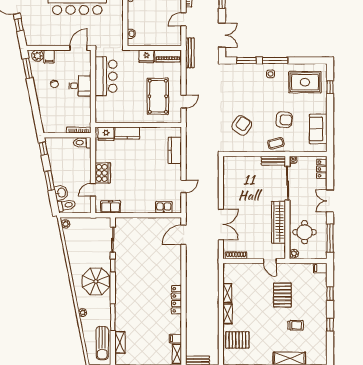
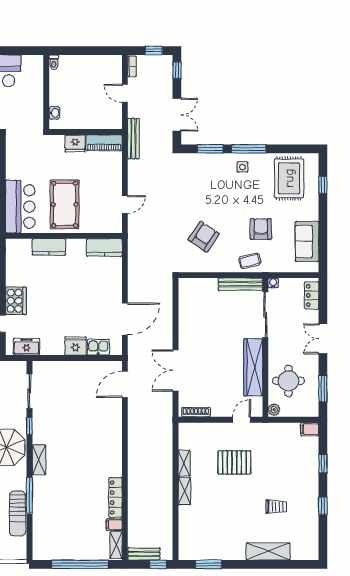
door: (183, 19) -> (125, 93), hinge flipped
bar counter: (106, 76) -> (20, 207), moved
rug: (305, 82) -> (289, 178), turned 90
pool table: (158, 96) -> (65, 204), moved
armchair: (284, 120) -> (261, 229), turned -95
fridge: (106, 134) -> (75, 346), moved, turned 180
kitchen counter: (175, 150) -> (104, 248), moved, turned -90
bench: (273, 161) -> (240, 284), width x1.36
door: (183, 186) -> (125, 319), width x1.87
double door: (221, 224) -> (175, 370), swing flipped
window: (330, 238) -> (323, 389), width x0.69
door: (270, 261) -> (242, 420), swing flipped
pallet: (282, 295) -> (234, 462), moved, turned 90
locker: (176, 300) -> (115, 498), moved
pallet: (237, 340) -> (198, 526), removed
shelving: (120, 342) -> (39, 460), moved
sun lounger: (102, 343) -> (18, 514), moved

